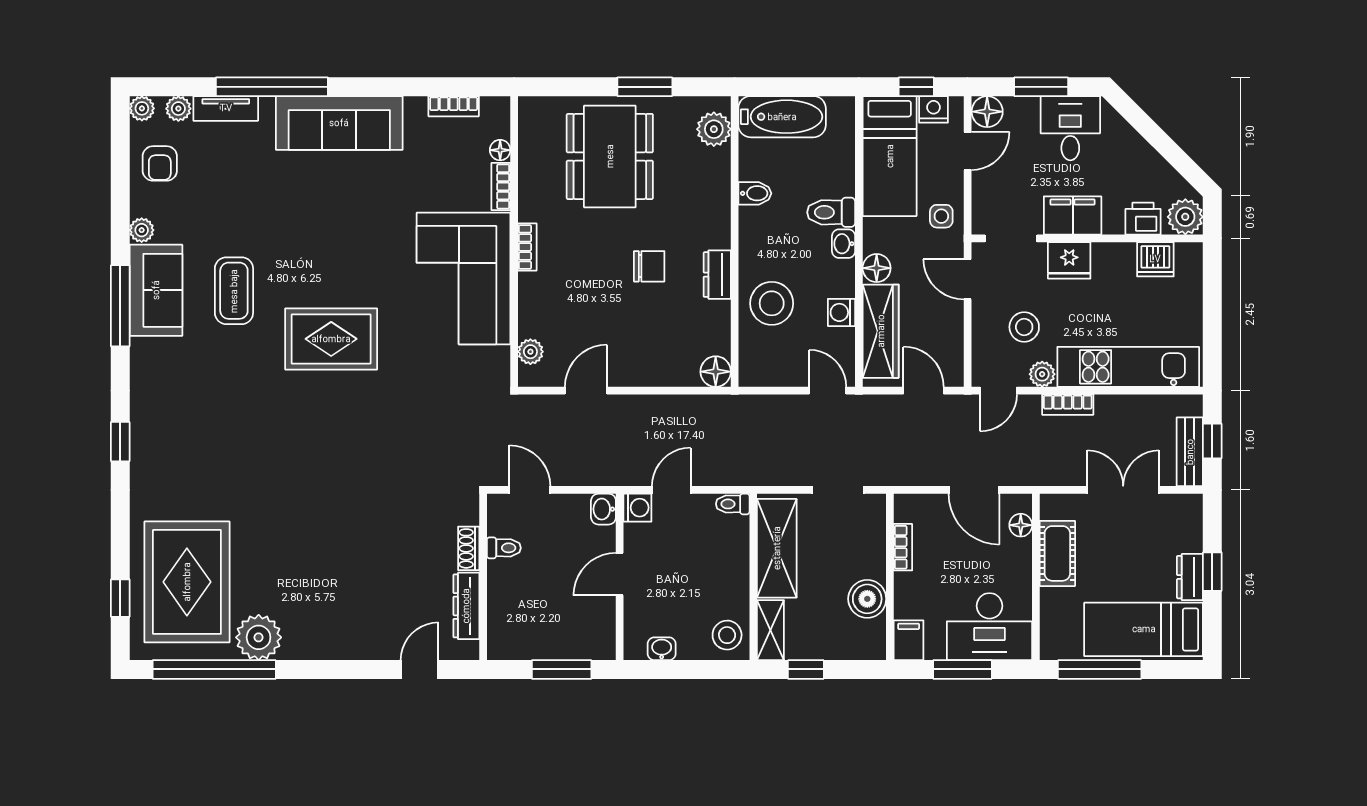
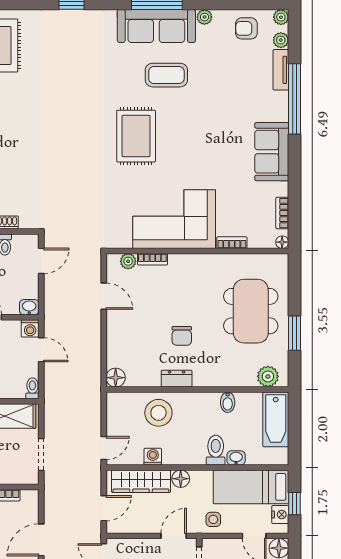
sofa: (339, 123) -> (272, 152), width x0.73
floor lamp: (500, 150) -> (282, 242), moved
dining table: (610, 156) -> (251, 311), turned 90
washbasin: (844, 244) -> (236, 458), moved
bookcase: (527, 247) -> (152, 259), moved
sofa: (156, 290) -> (156, 26), width x1.36

